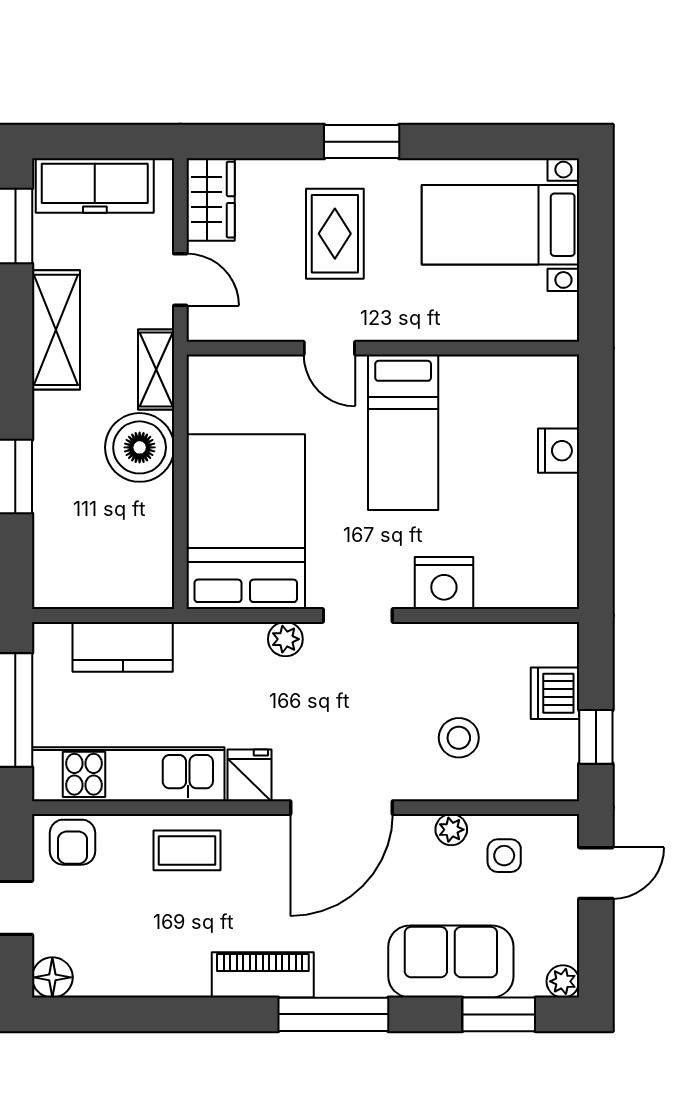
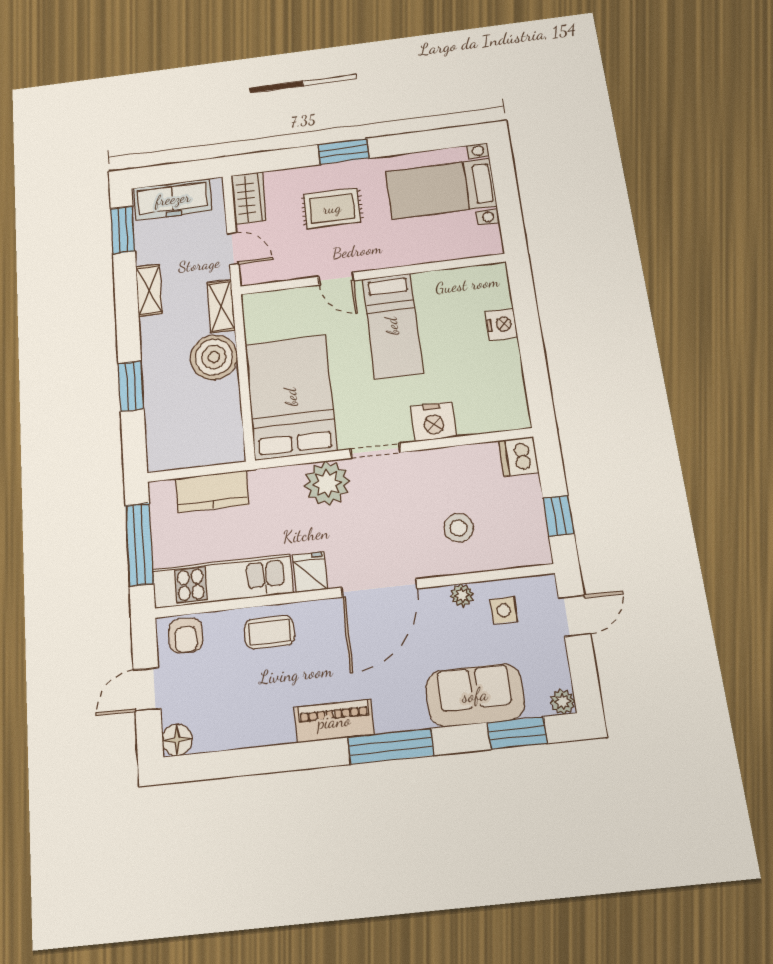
rug: (335, 234) -> (332, 208), turned 90
shelving: (56, 330) -> (149, 290), width x0.67, depth x0.75
plant: (285, 639) -> (327, 483), width x1.87, depth x1.87
dishwasher: (555, 693) -> (519, 456), moved

